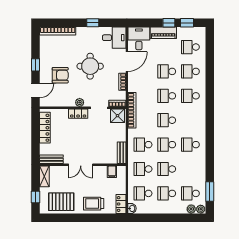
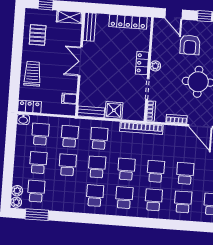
shower: (118, 116) -> (114, 110), moved
school desk: (190, 120) -> (124, 198), added
pallet: (61, 202) -> (38, 35), width x0.67, depth x0.71

